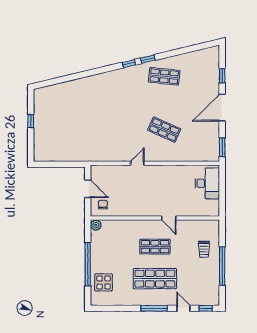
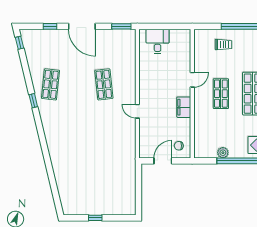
window: (129, 64) -> (19, 43), moved
shop shelf: (164, 130) -> (104, 84), turned -30
desk: (207, 183) -> (158, 41), width x0.73
filing cabinet: (141, 210) -> (184, 107), added
plant: (96, 225) -> (223, 153), moved

